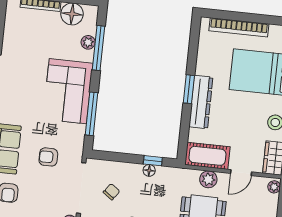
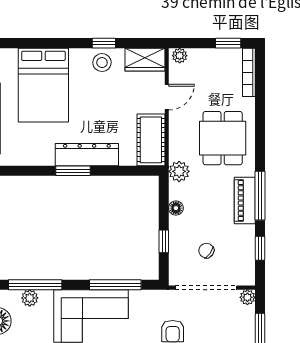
window: (153, 161) -> (164, 241), moved
door: (241, 173) -> (167, 97), hinge flipped
plant: (208, 179) -> (179, 171), moved

